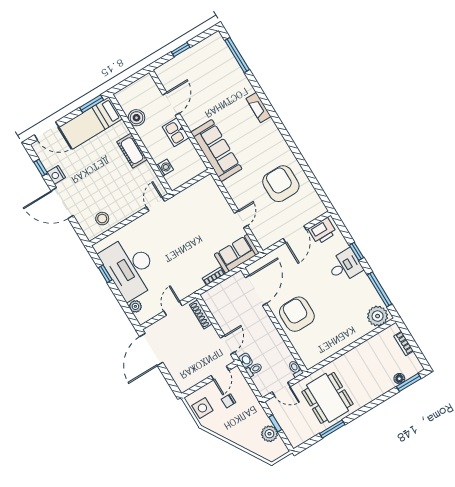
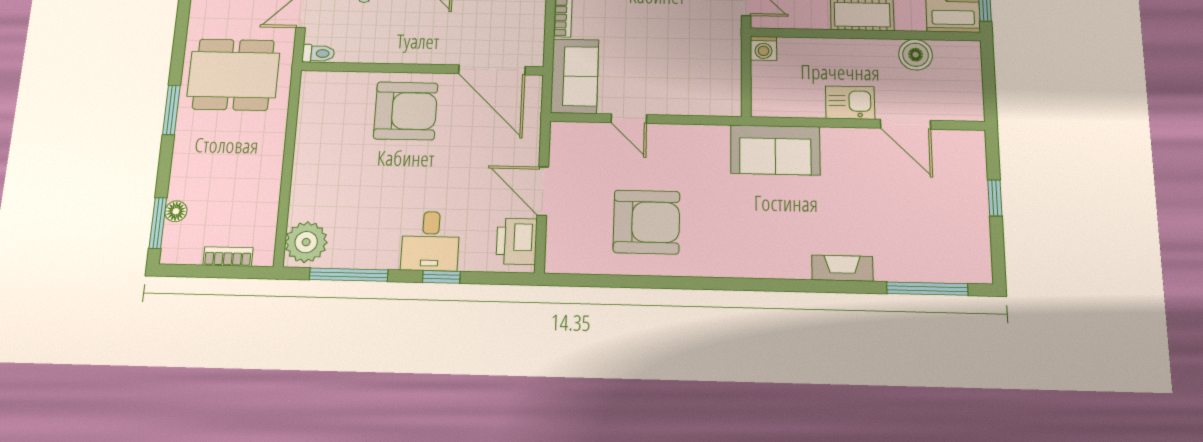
fireplace: (258, 108) -> (842, 268), moved
sofa: (216, 151) -> (775, 150), width x0.73
washing machine: (165, 168) -> (763, 48), moved
window: (332, 429) -> (171, 110), moved

